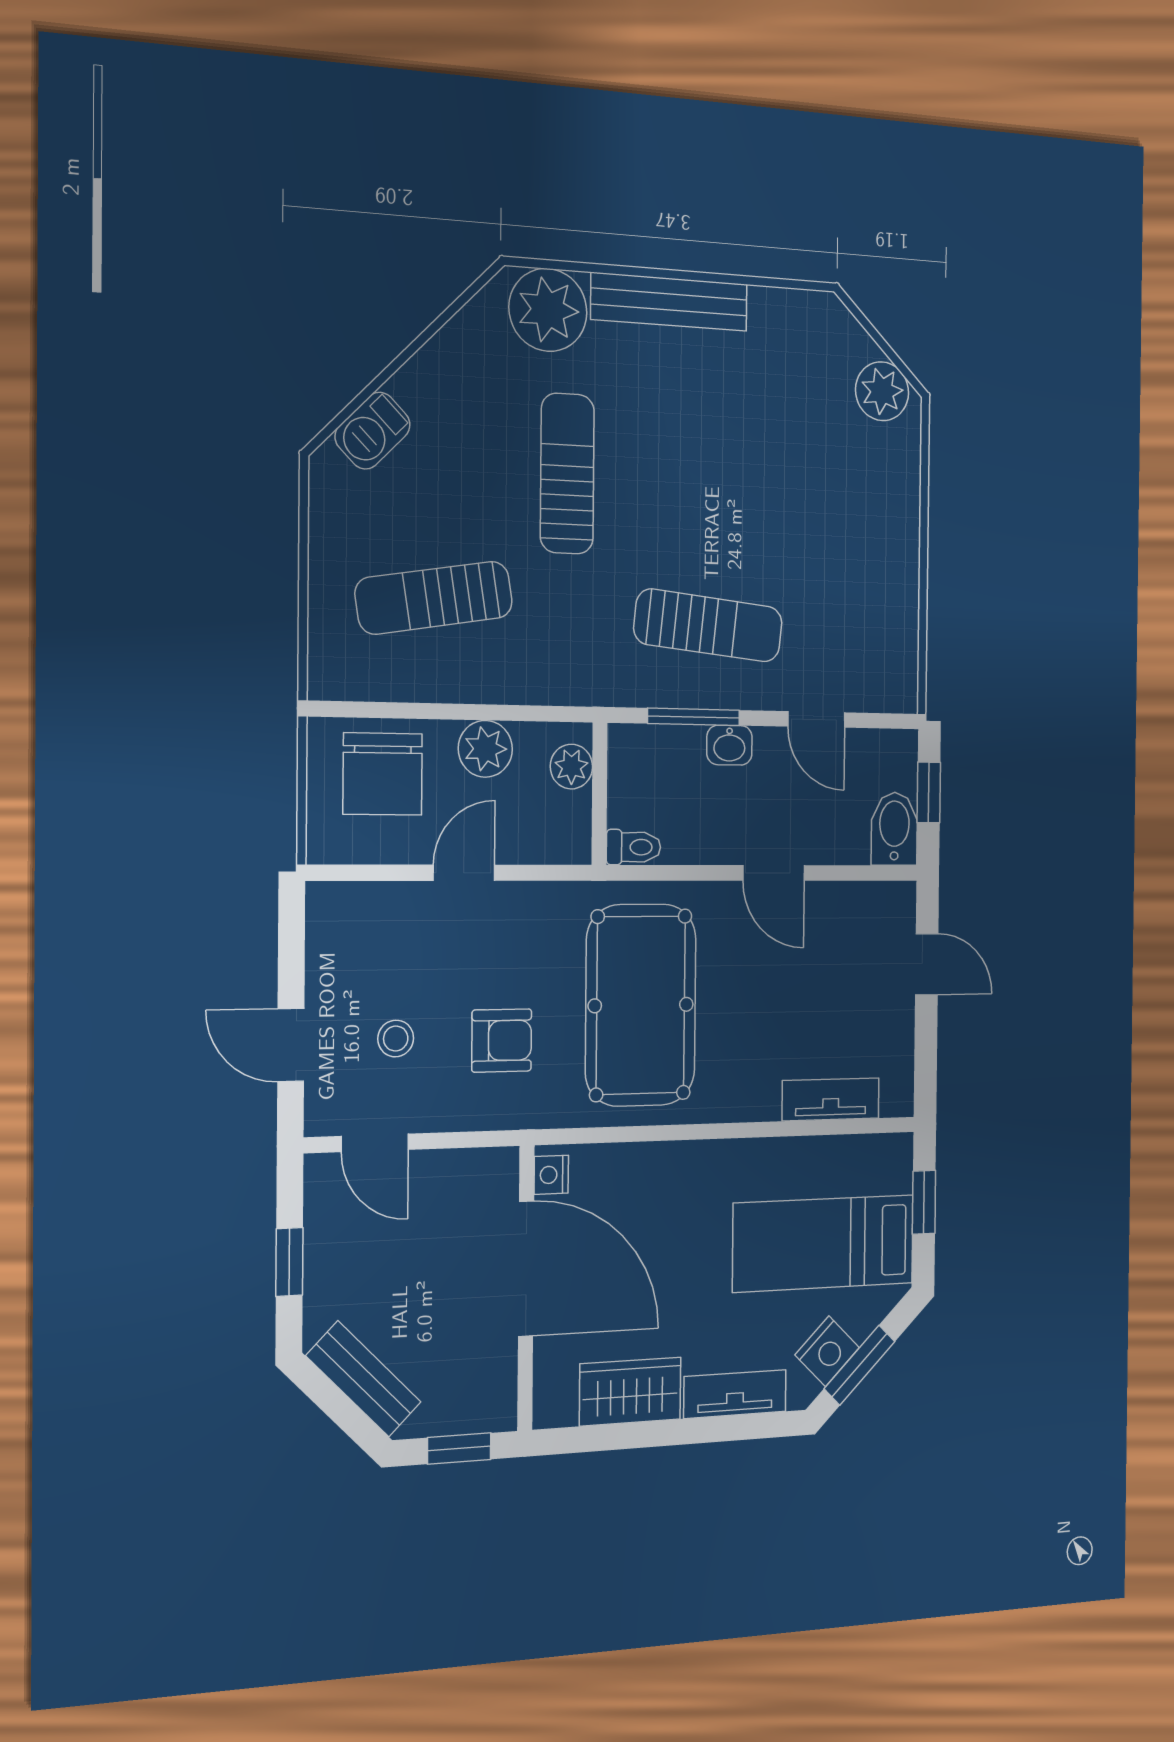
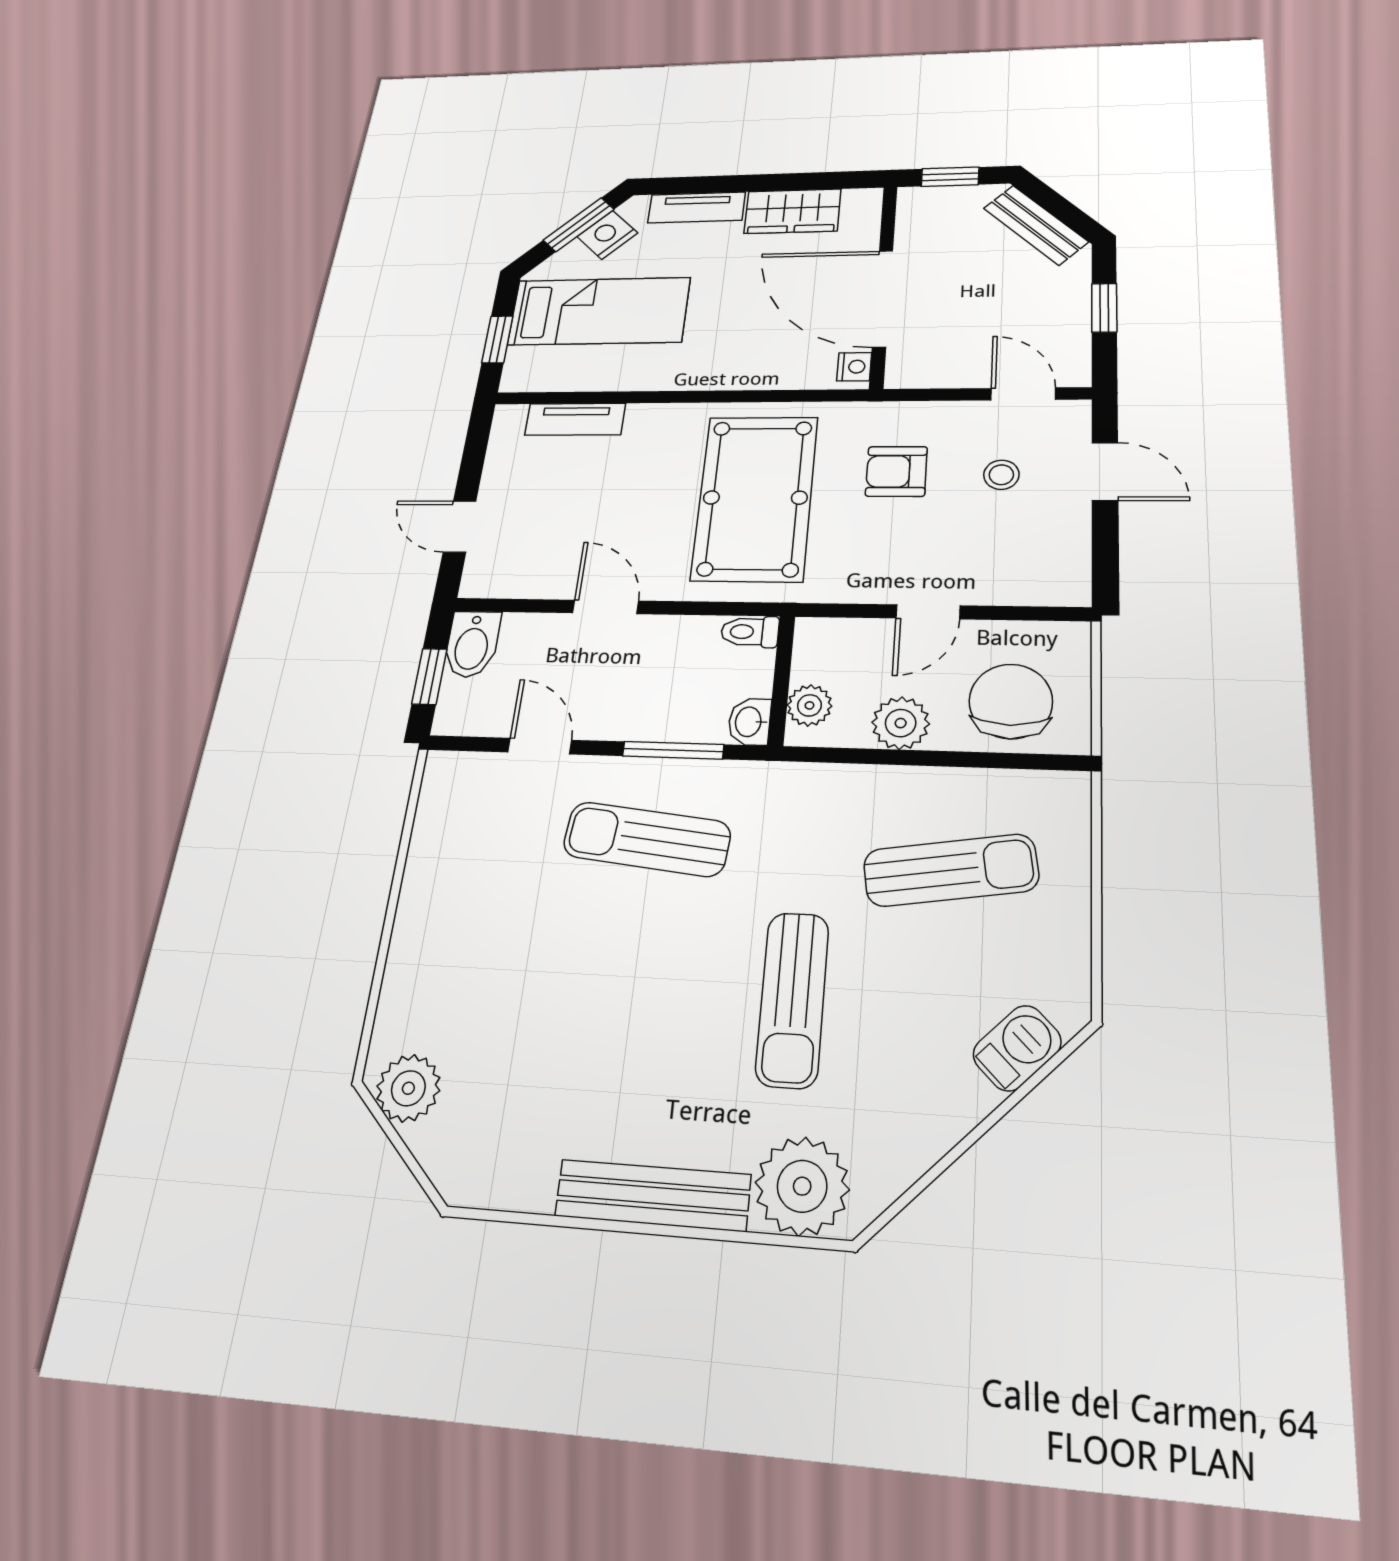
washbasin: (729, 745) -> (749, 722), moved, turned -90

